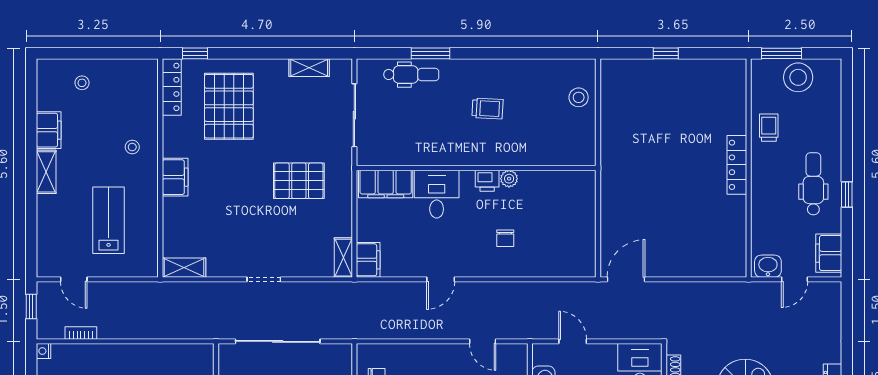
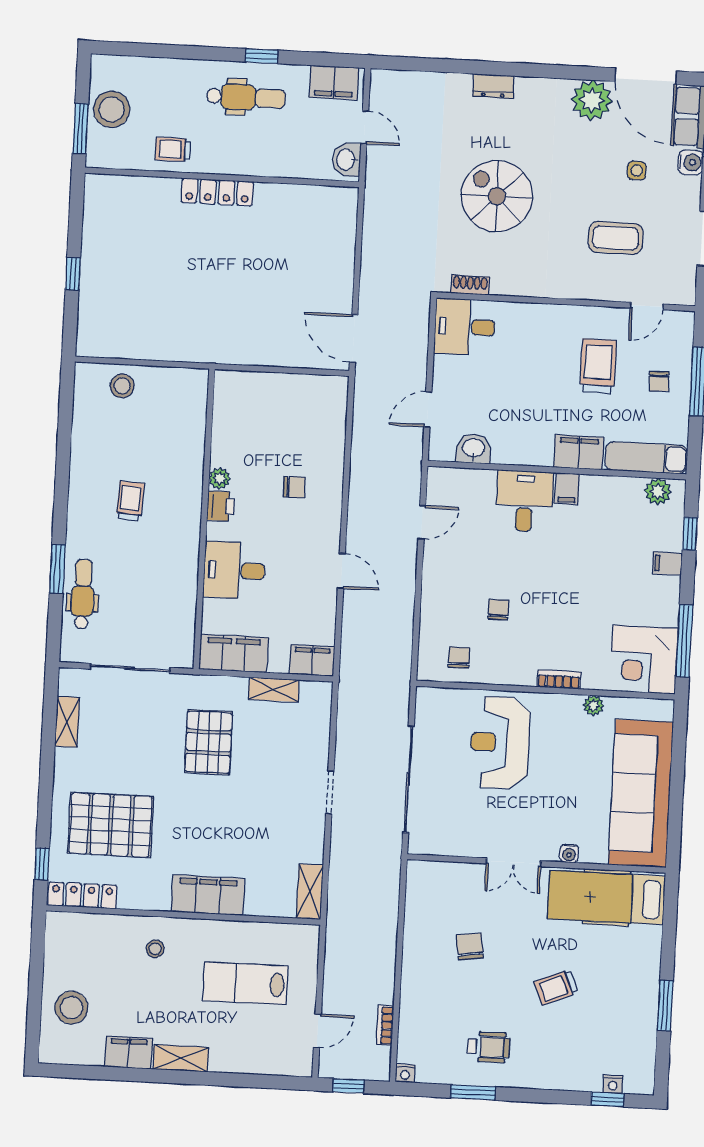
stool: (82, 83) -> (71, 1008), width x1.89, depth x1.89
filing cabinet: (175, 177) -> (208, 895), width x1.50, depth x1.17
filing cabinet: (386, 184) -> (233, 653), moved, turned -90
dental chair: (813, 184) -> (246, 97), turned 180
shelving: (343, 258) -> (274, 690), moved

